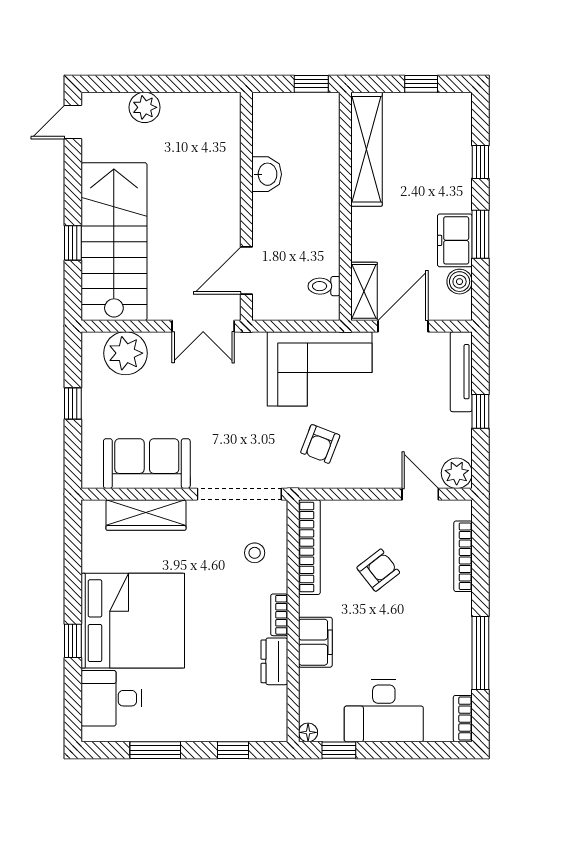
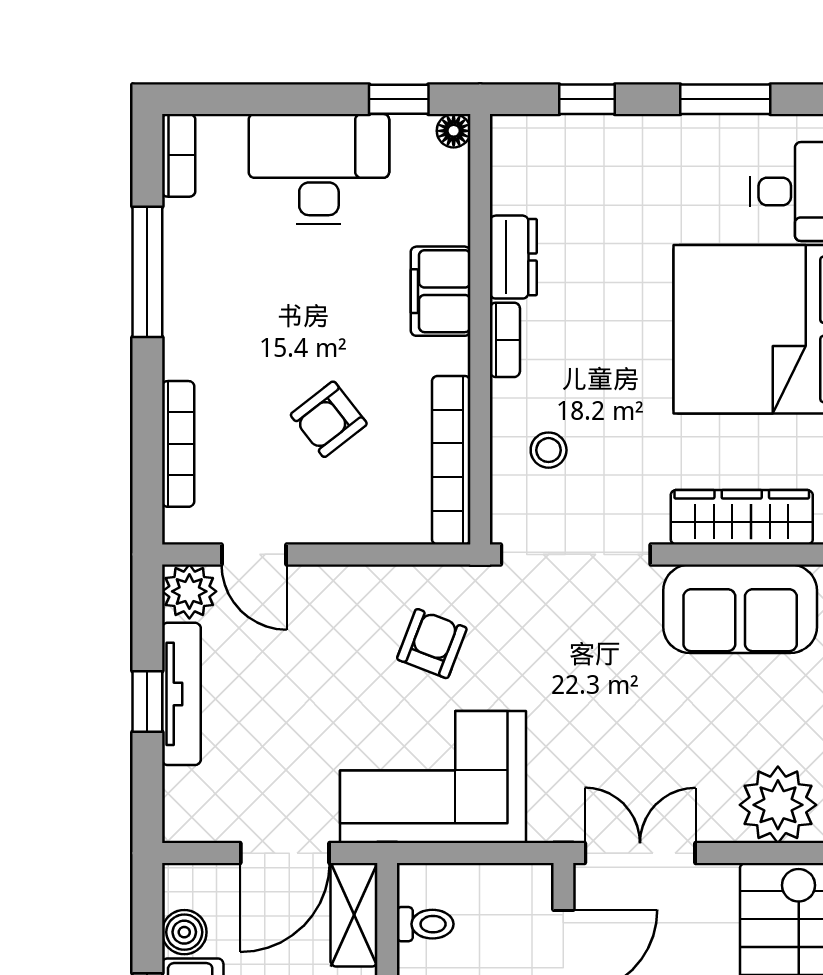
tv unit: (461, 372) -> (181, 694), moved

